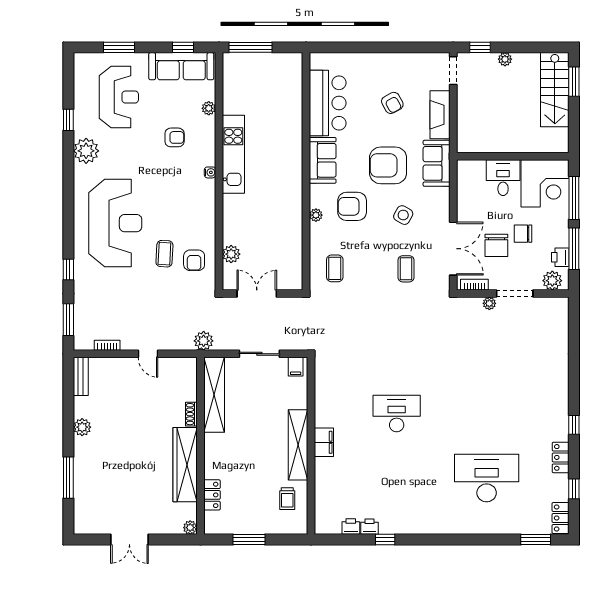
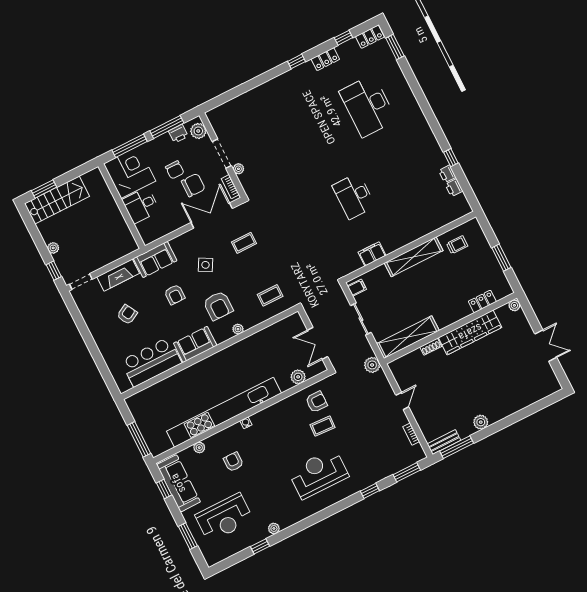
reception desk: (119, 97) -> (224, 518), turned 180
plant: (86, 151) -> (274, 528), width x0.53, depth x0.53
kitchen unit: (233, 154) -> (224, 412), width x1.86
armchair: (388, 165) -> (175, 294), width x0.53, depth x0.53
reception desk: (115, 223) -> (318, 474), width x0.74, depth x0.77
filing cabinet: (324, 442) -> (372, 254), moved
window: (68, 478) -> (457, 447), moved

